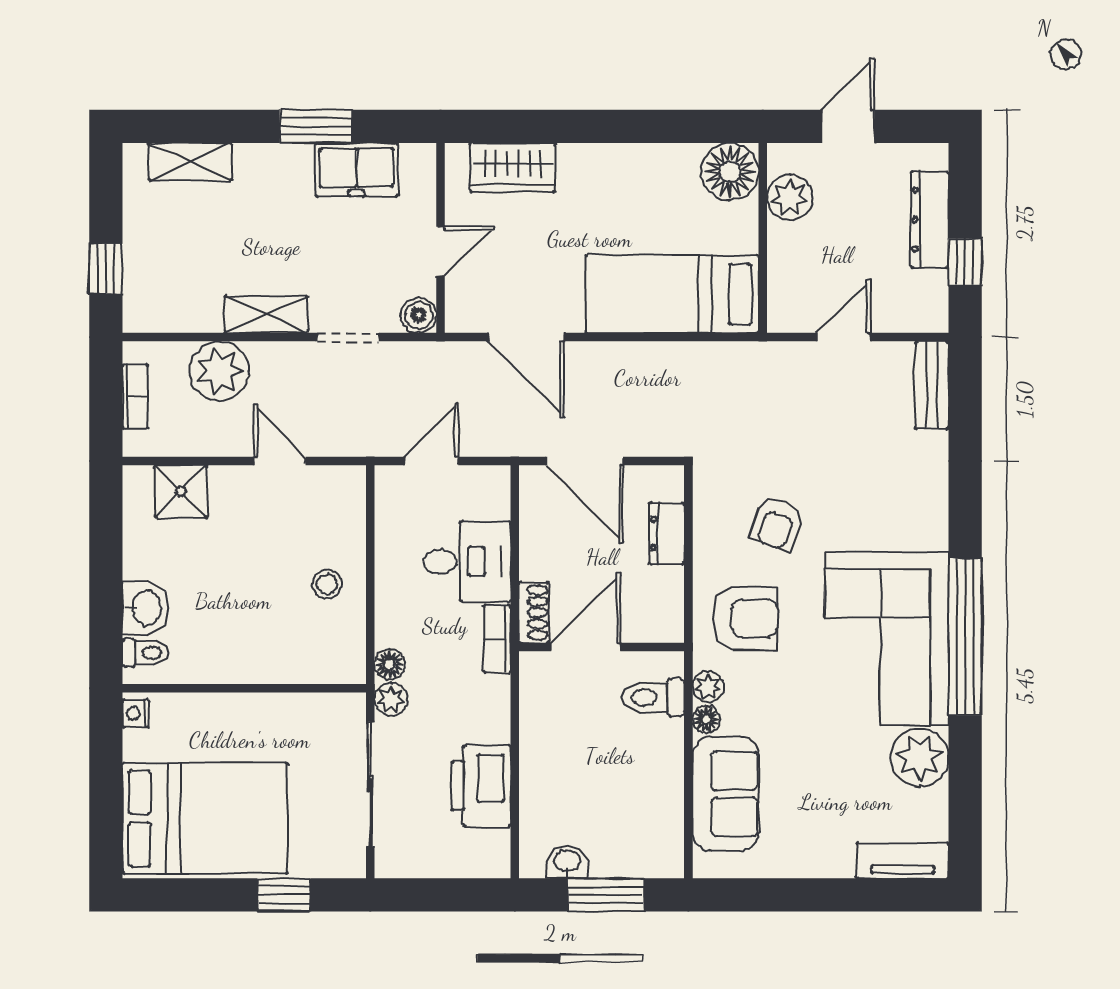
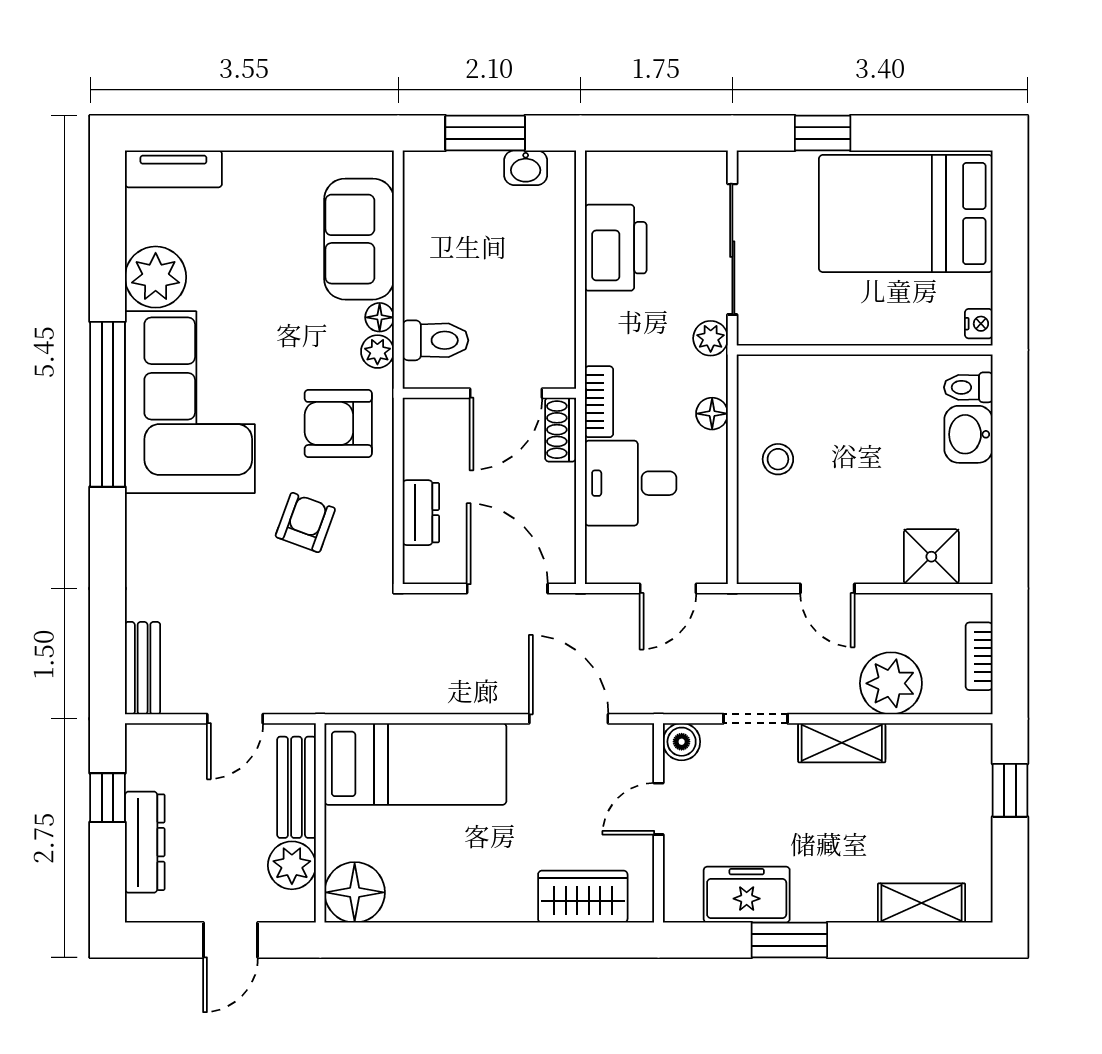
bench: (785, 272) -> (296, 787), added
floor lamp: (390, 664) -> (712, 414), moved

